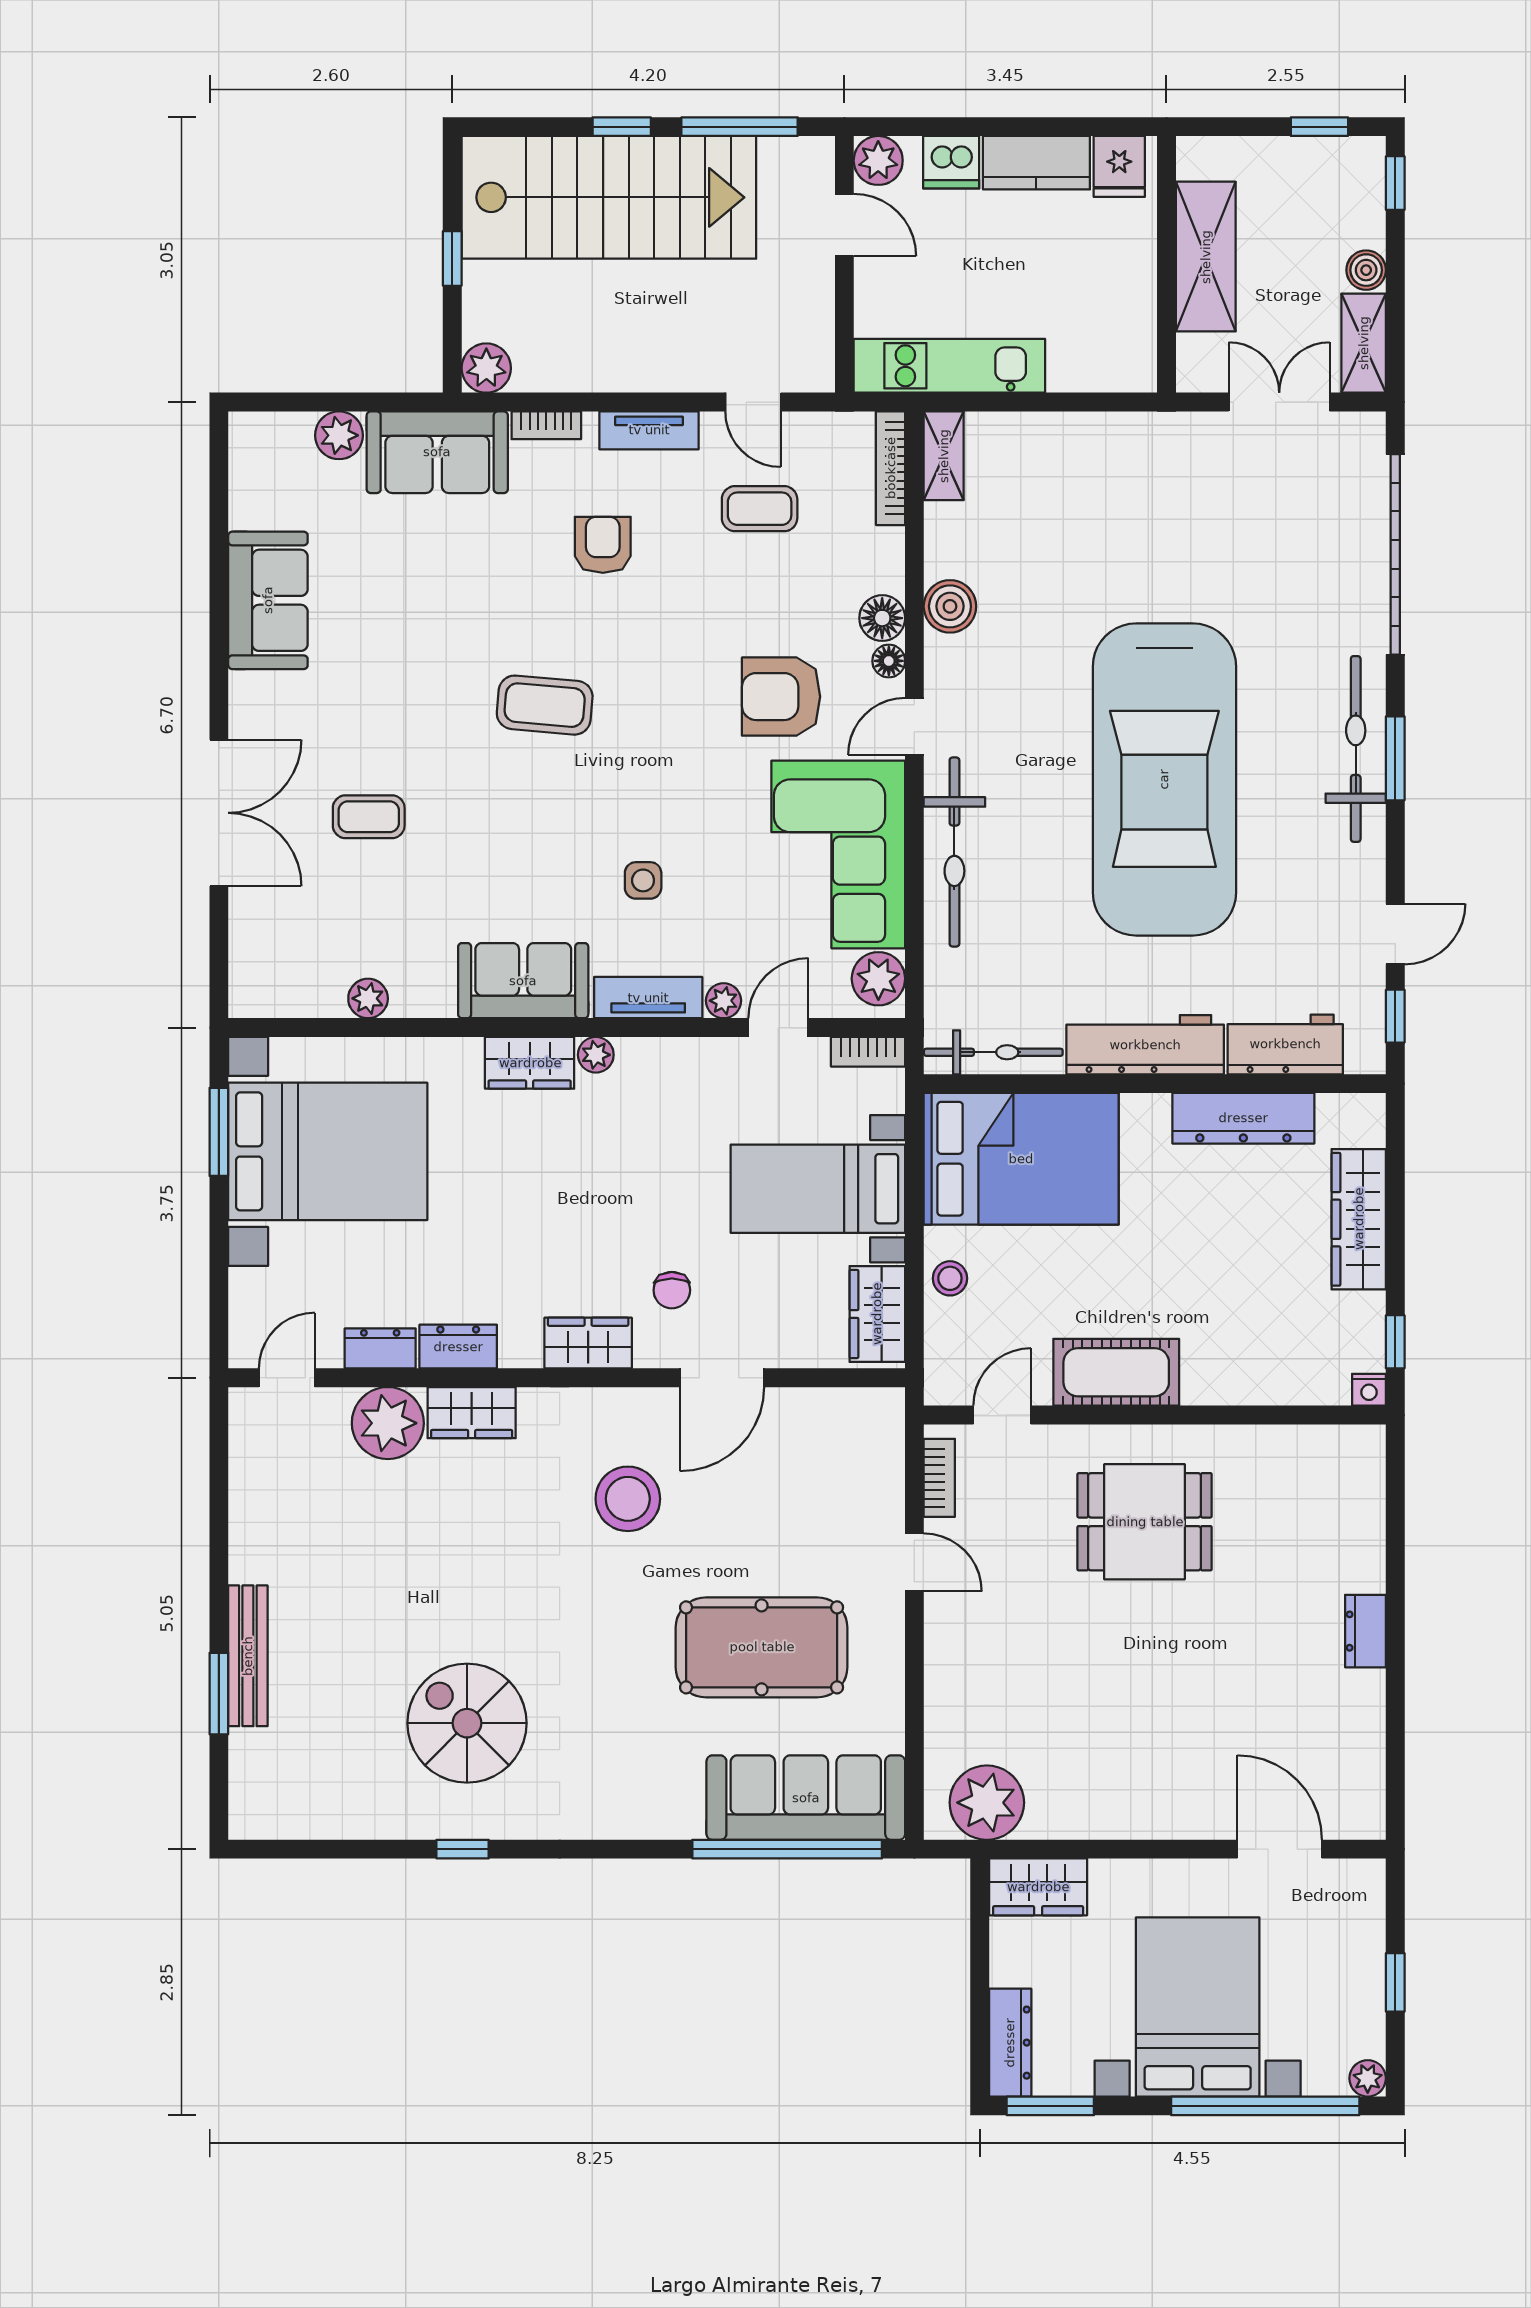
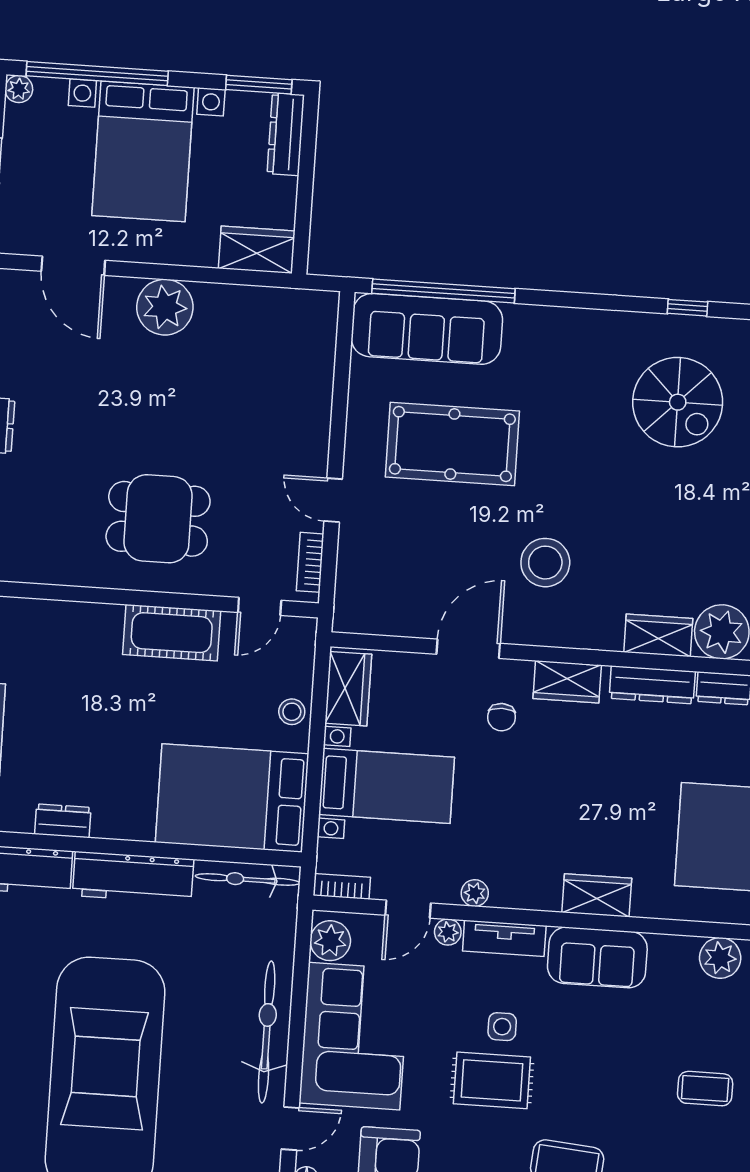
rug: (652, 808) -> (492, 1080), added
plant: (368, 998) -> (720, 958), width x1.38, depth x1.38
plant: (596, 1055) -> (475, 893), moved
dresser: (1243, 1118) -> (63, 821), width x0.51, depth x0.80
chair: (672, 1290) -> (502, 717), turned 180
dresser: (458, 1347) -> (652, 685), width x1.44
plant: (987, 1803) -> (165, 307), moved

